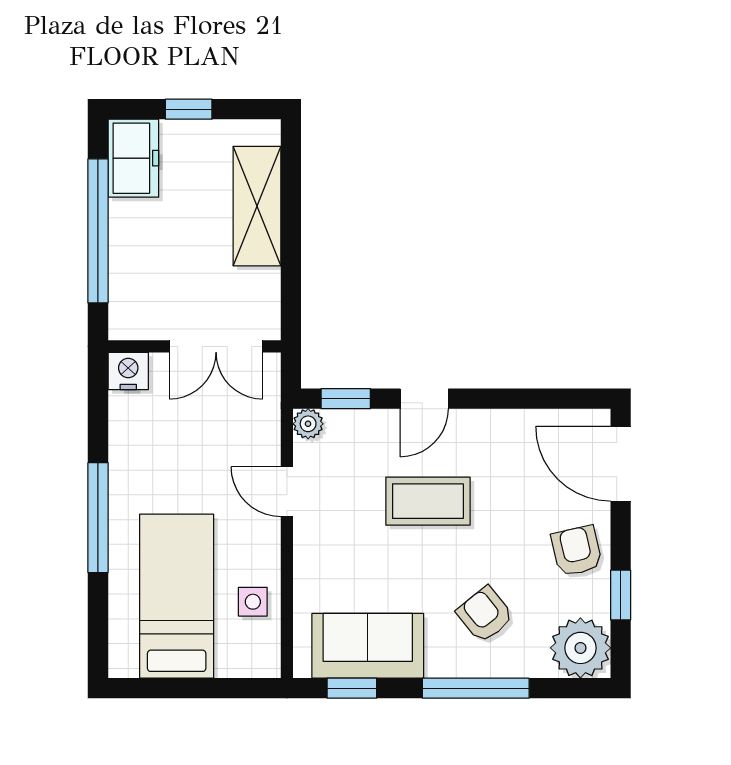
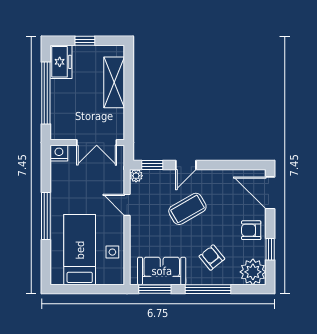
coffee table: (428, 501) -> (187, 209), turned -30
armchair: (577, 551) -> (251, 230), turned -77
window: (352, 688) -> (155, 289), width x1.50

